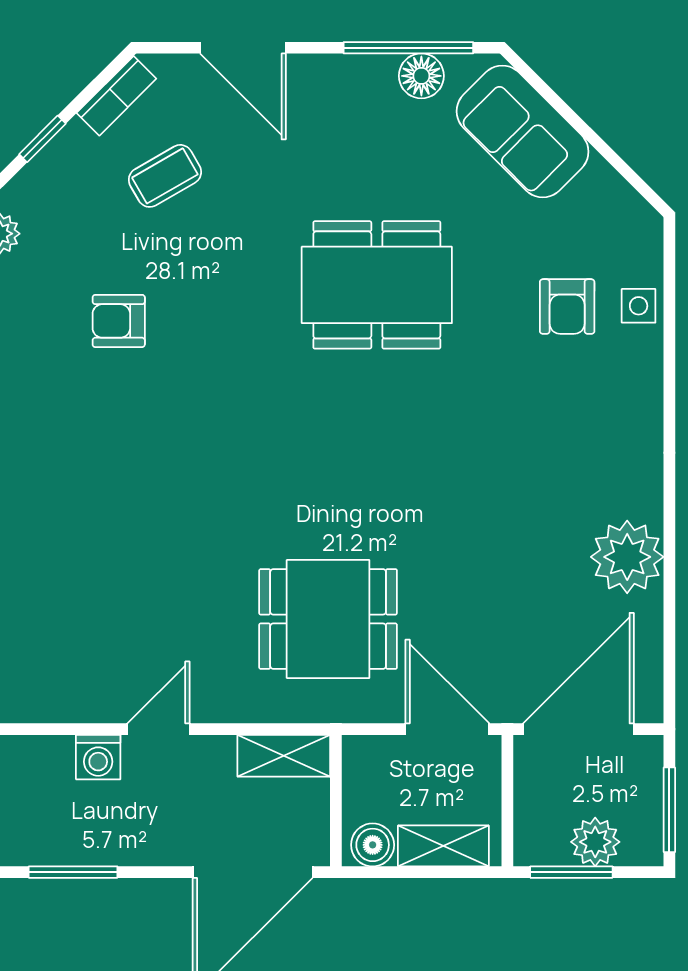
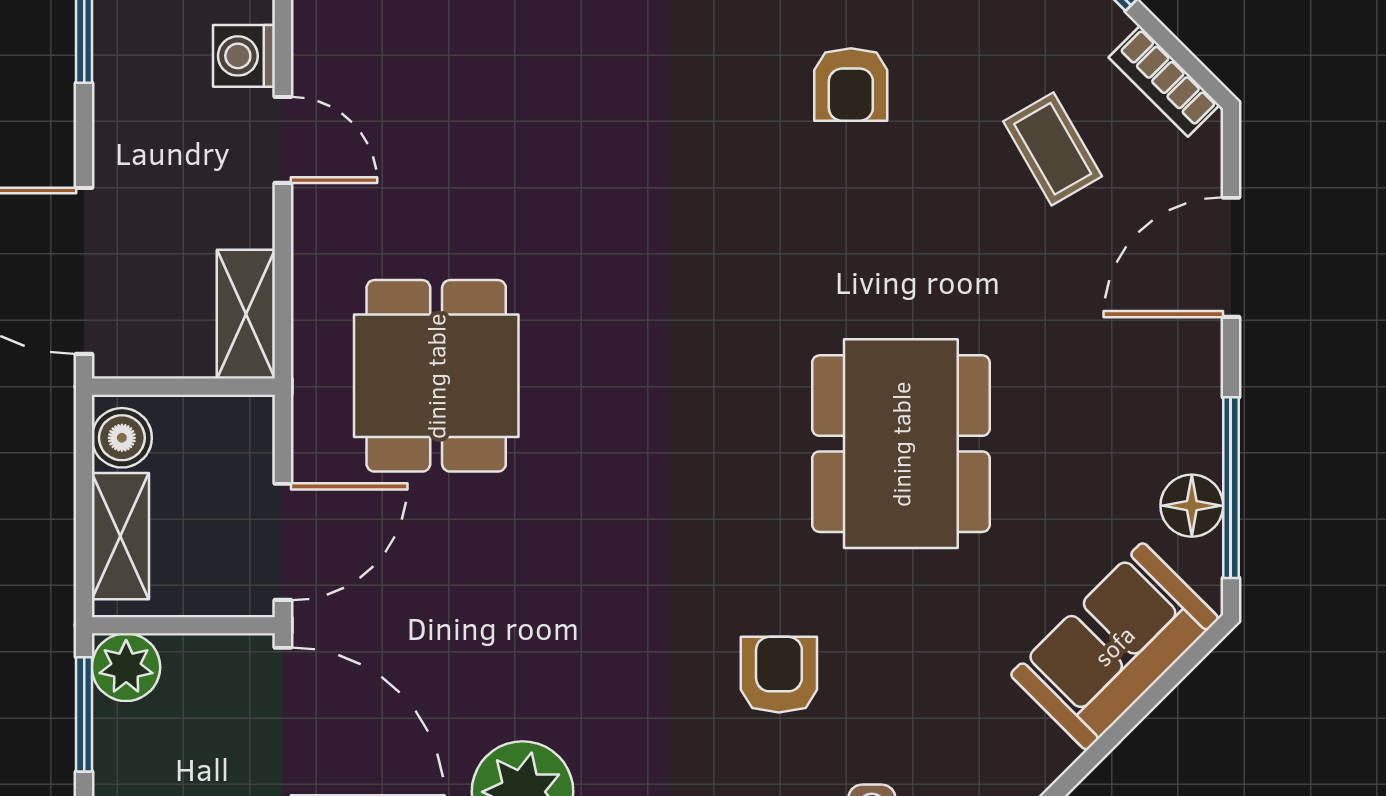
armchair: (567, 307) -> (779, 675), moved, turned 90
armchair: (119, 321) -> (851, 84), turned 180
plant: (595, 842) -> (126, 667), moved

